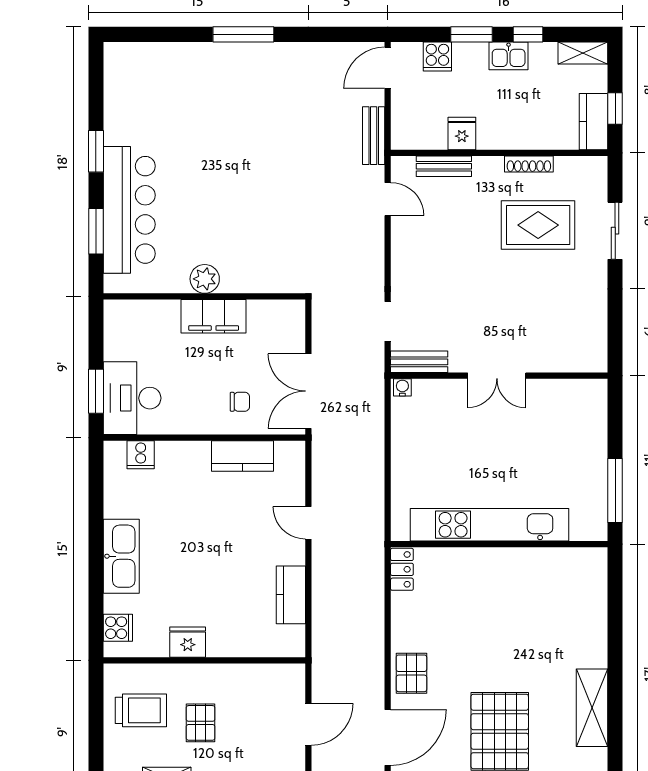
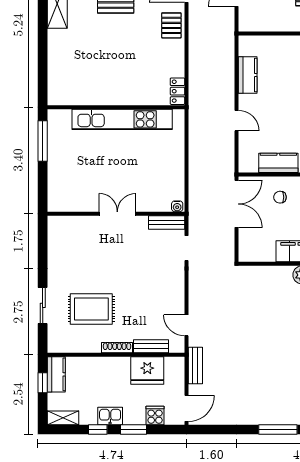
fridge: (462, 133) -> (147, 370), width x1.88, depth x1.34
shoe rack: (529, 164) -> (117, 348), moved

